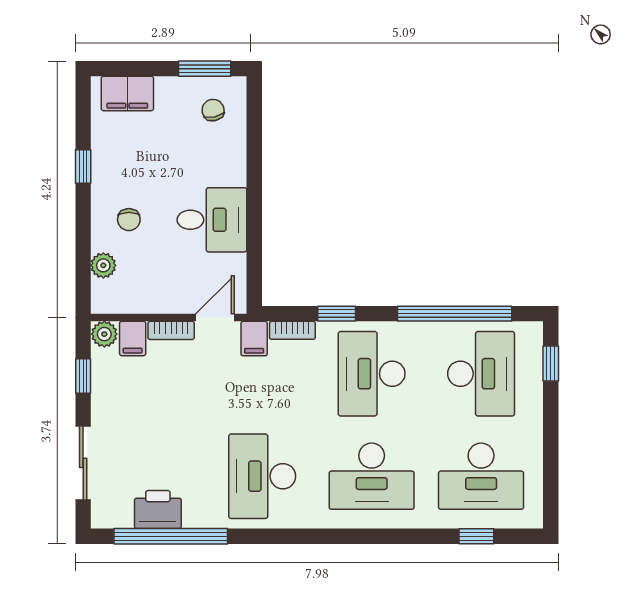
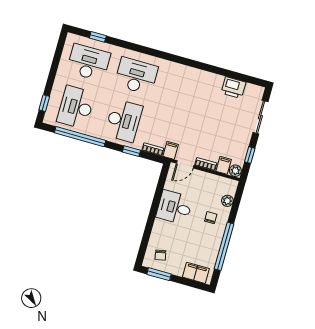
window: (83, 167) -> (224, 246), width x3.17
desk: (262, 476) -> (184, 89), removed
window: (171, 536) -> (231, 74), removed

